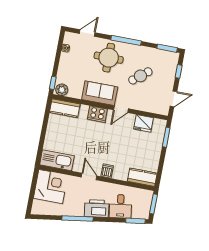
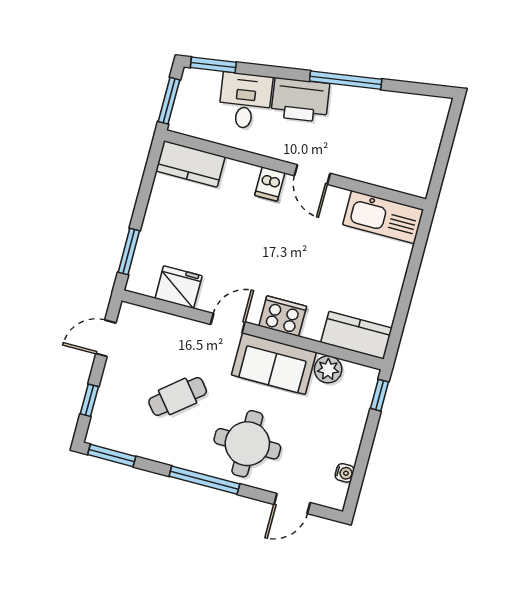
plant: (62, 90) -> (328, 369), moved
corner desk: (51, 187) -> (402, 158), removed

